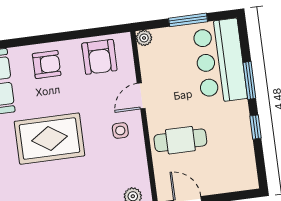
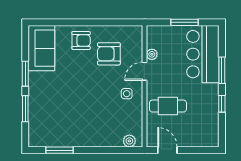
plant: (144, 38) -> (152, 54), moved
armchair: (99, 57) -> (109, 54), moved, turned 90
rug: (49, 139) -> (76, 93), removed

